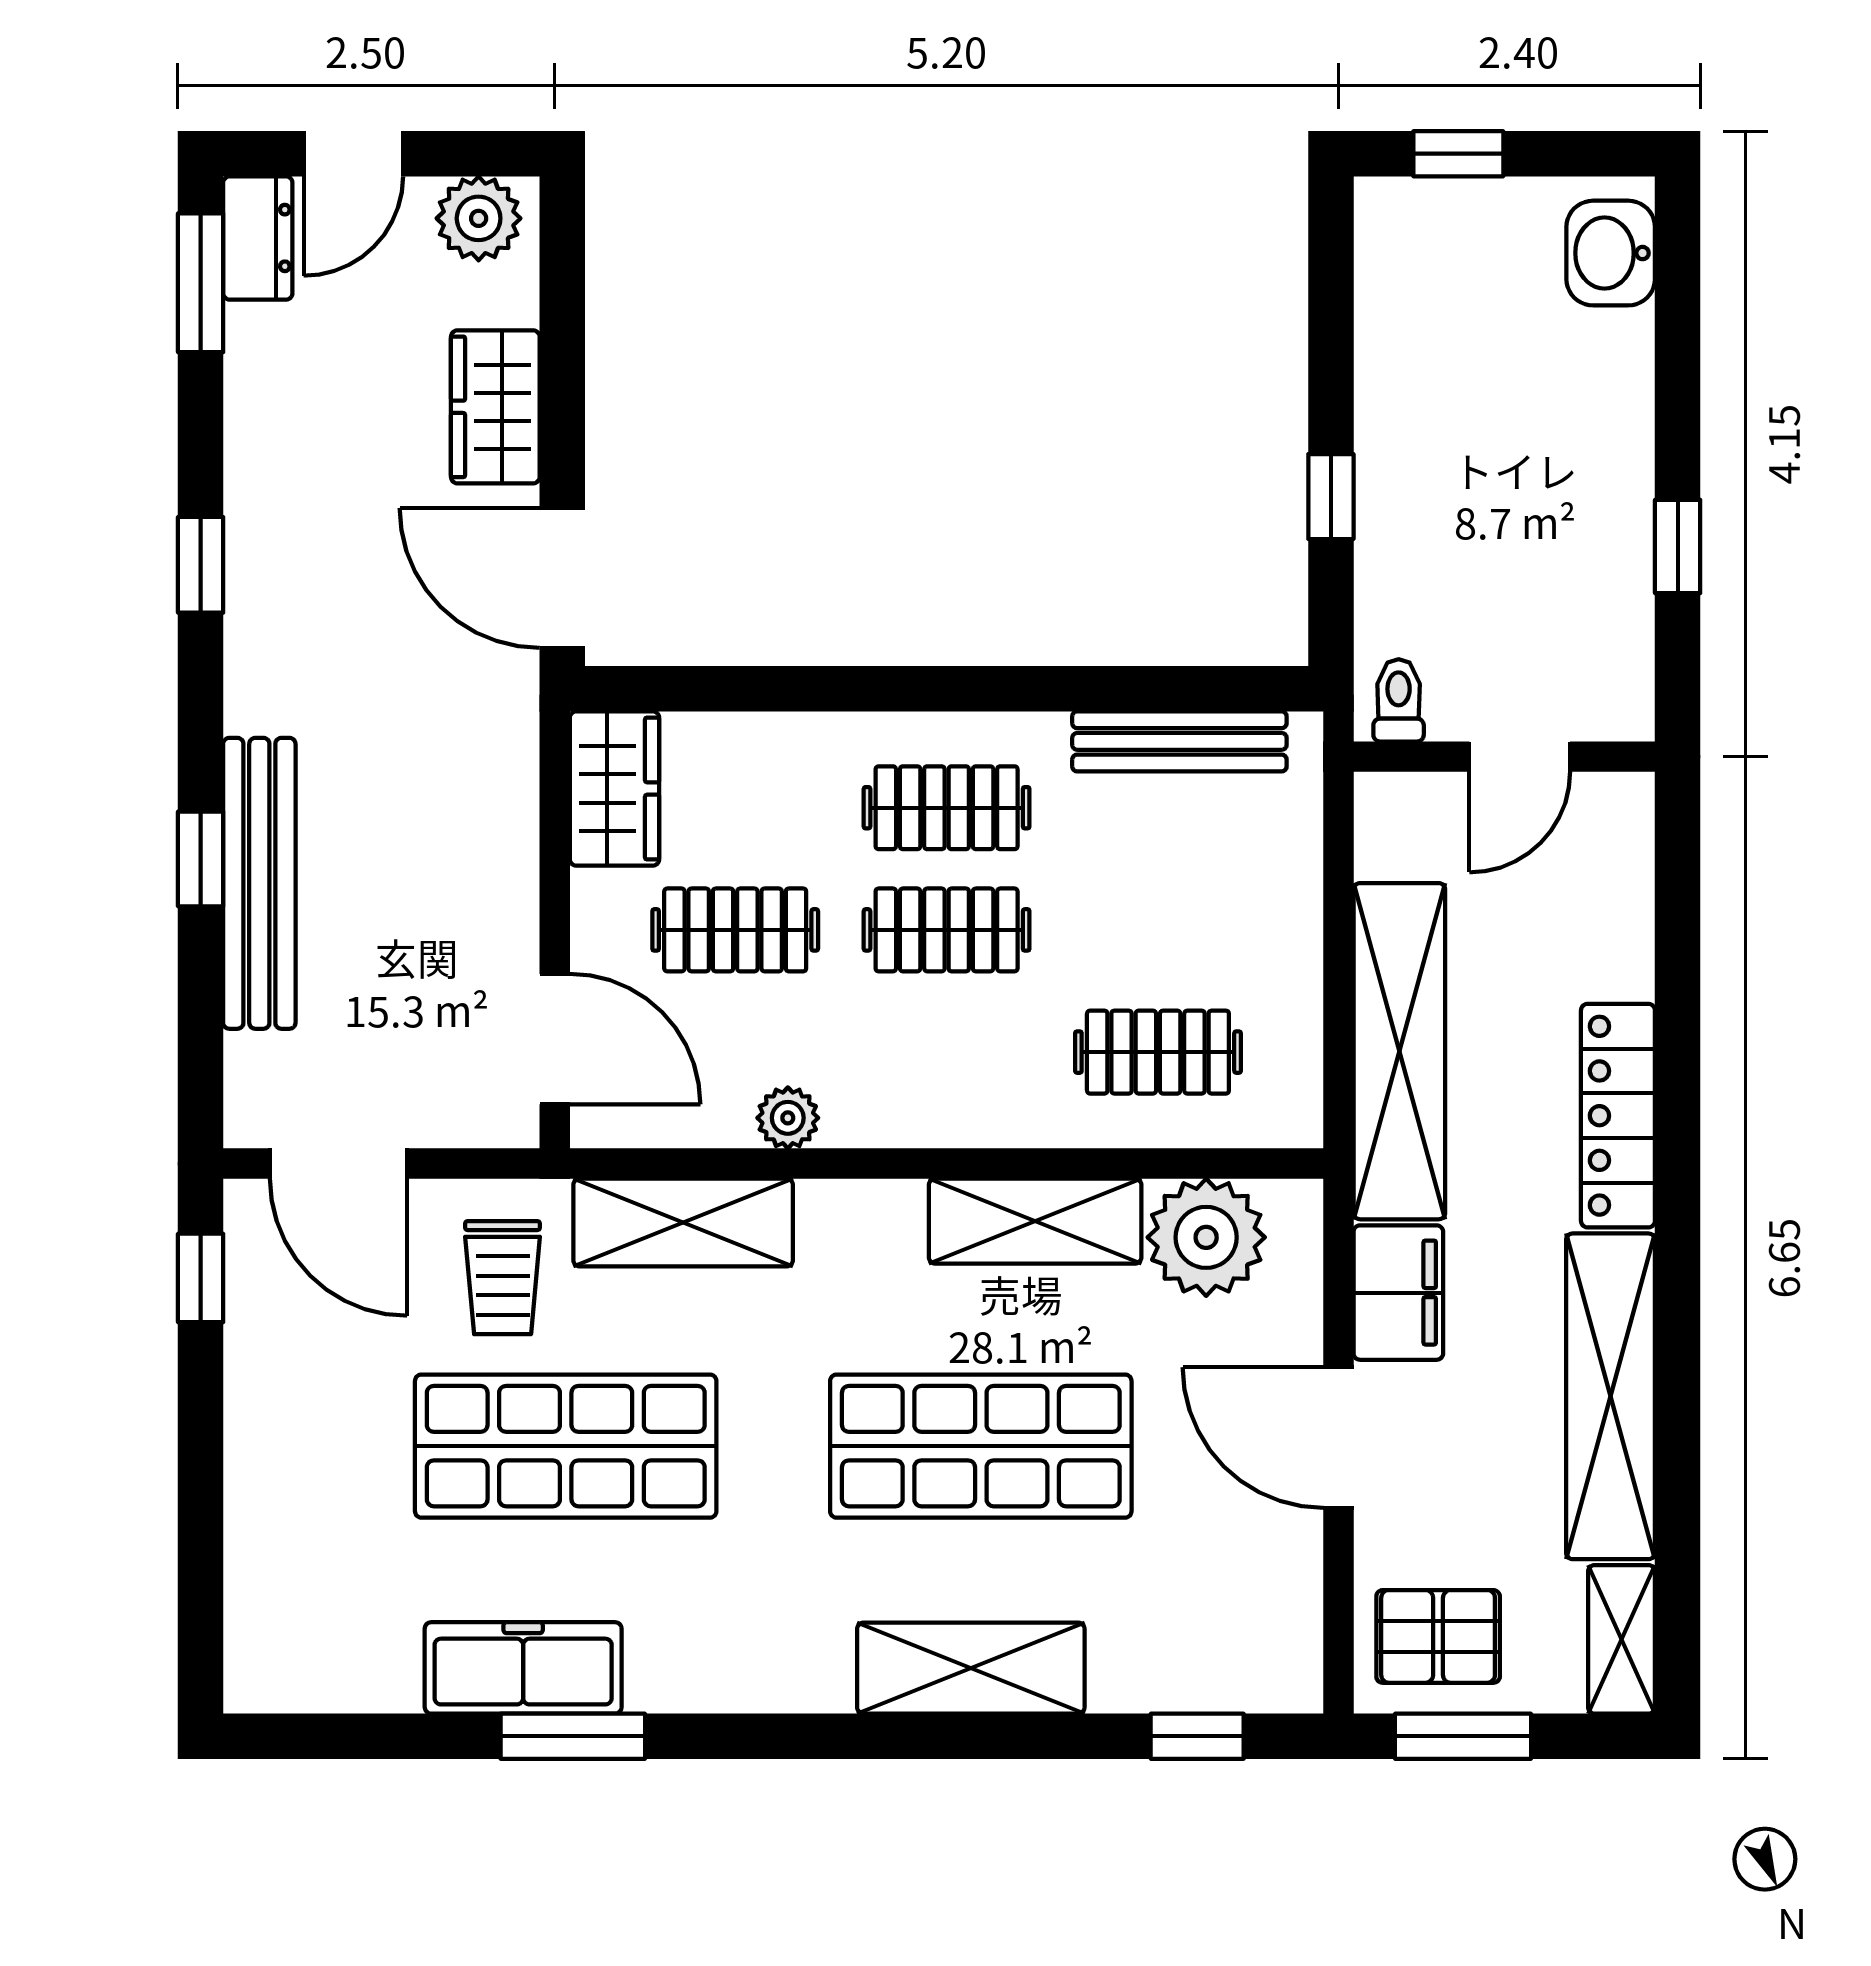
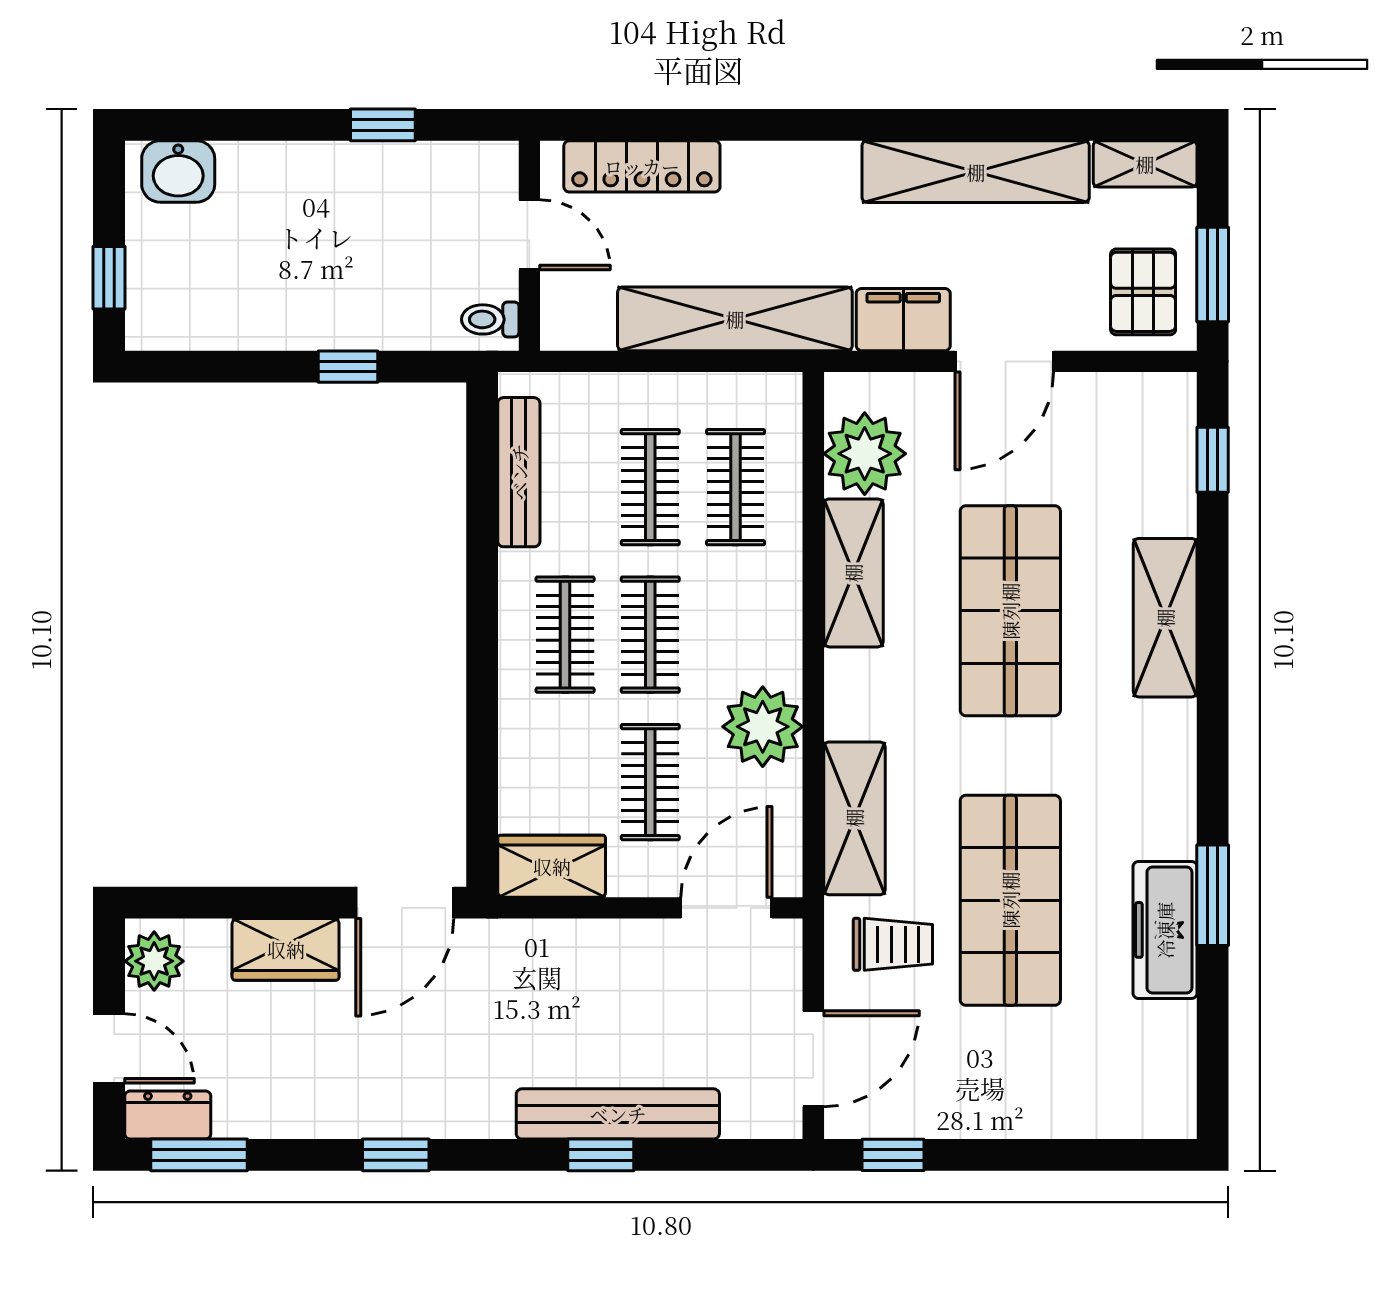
clothes rail: (1158, 930) -> (650, 487), added
locker: (1618, 1116) -> (642, 166), moved
plant: (788, 1118) -> (763, 727), width x1.88, depth x1.88

